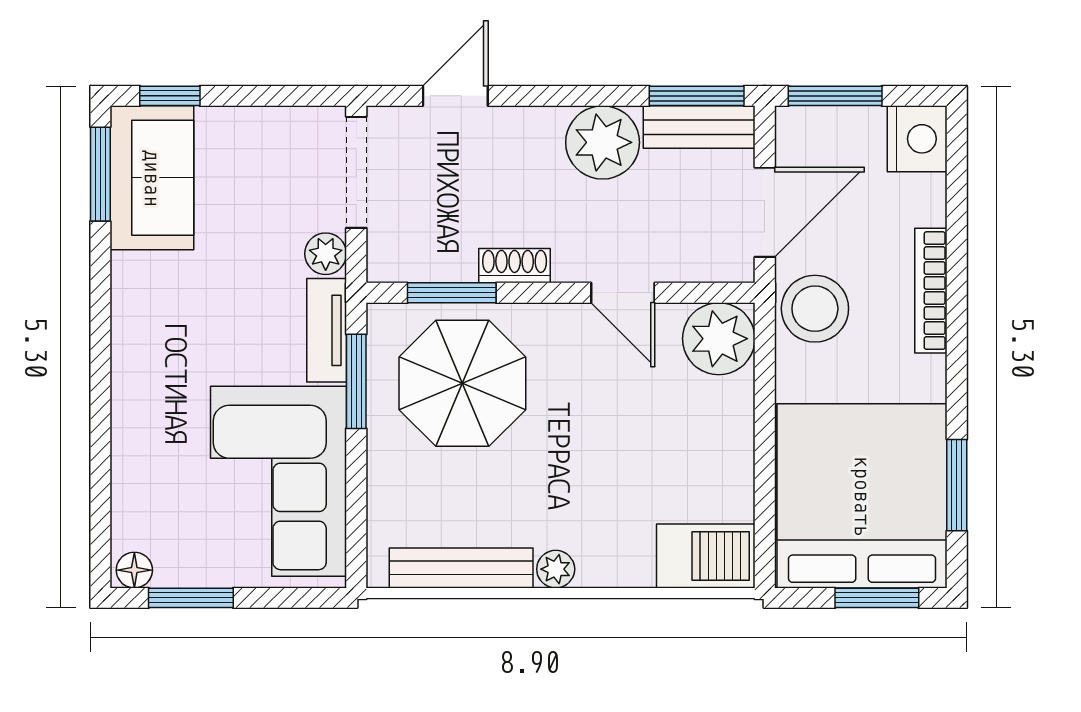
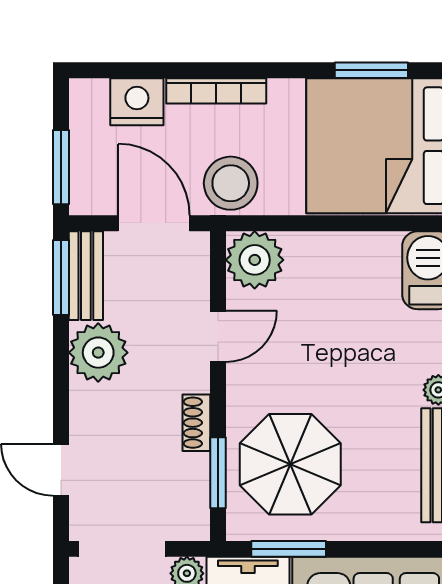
nightstand: (917, 139) -> (137, 102), moved

